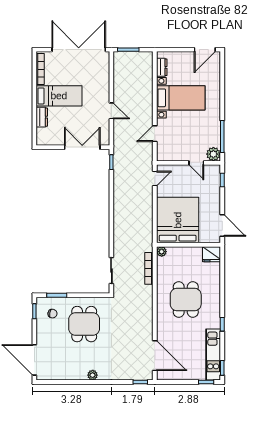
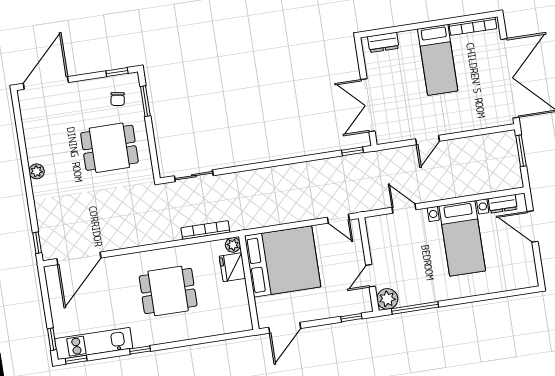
door: (205, 50) -> (533, 226), moved
dresser: (42, 117) -> (383, 42), moved
double door: (82, 147) -> (368, 105), swing flipped
fridge: (212, 254) -> (232, 267), moved

